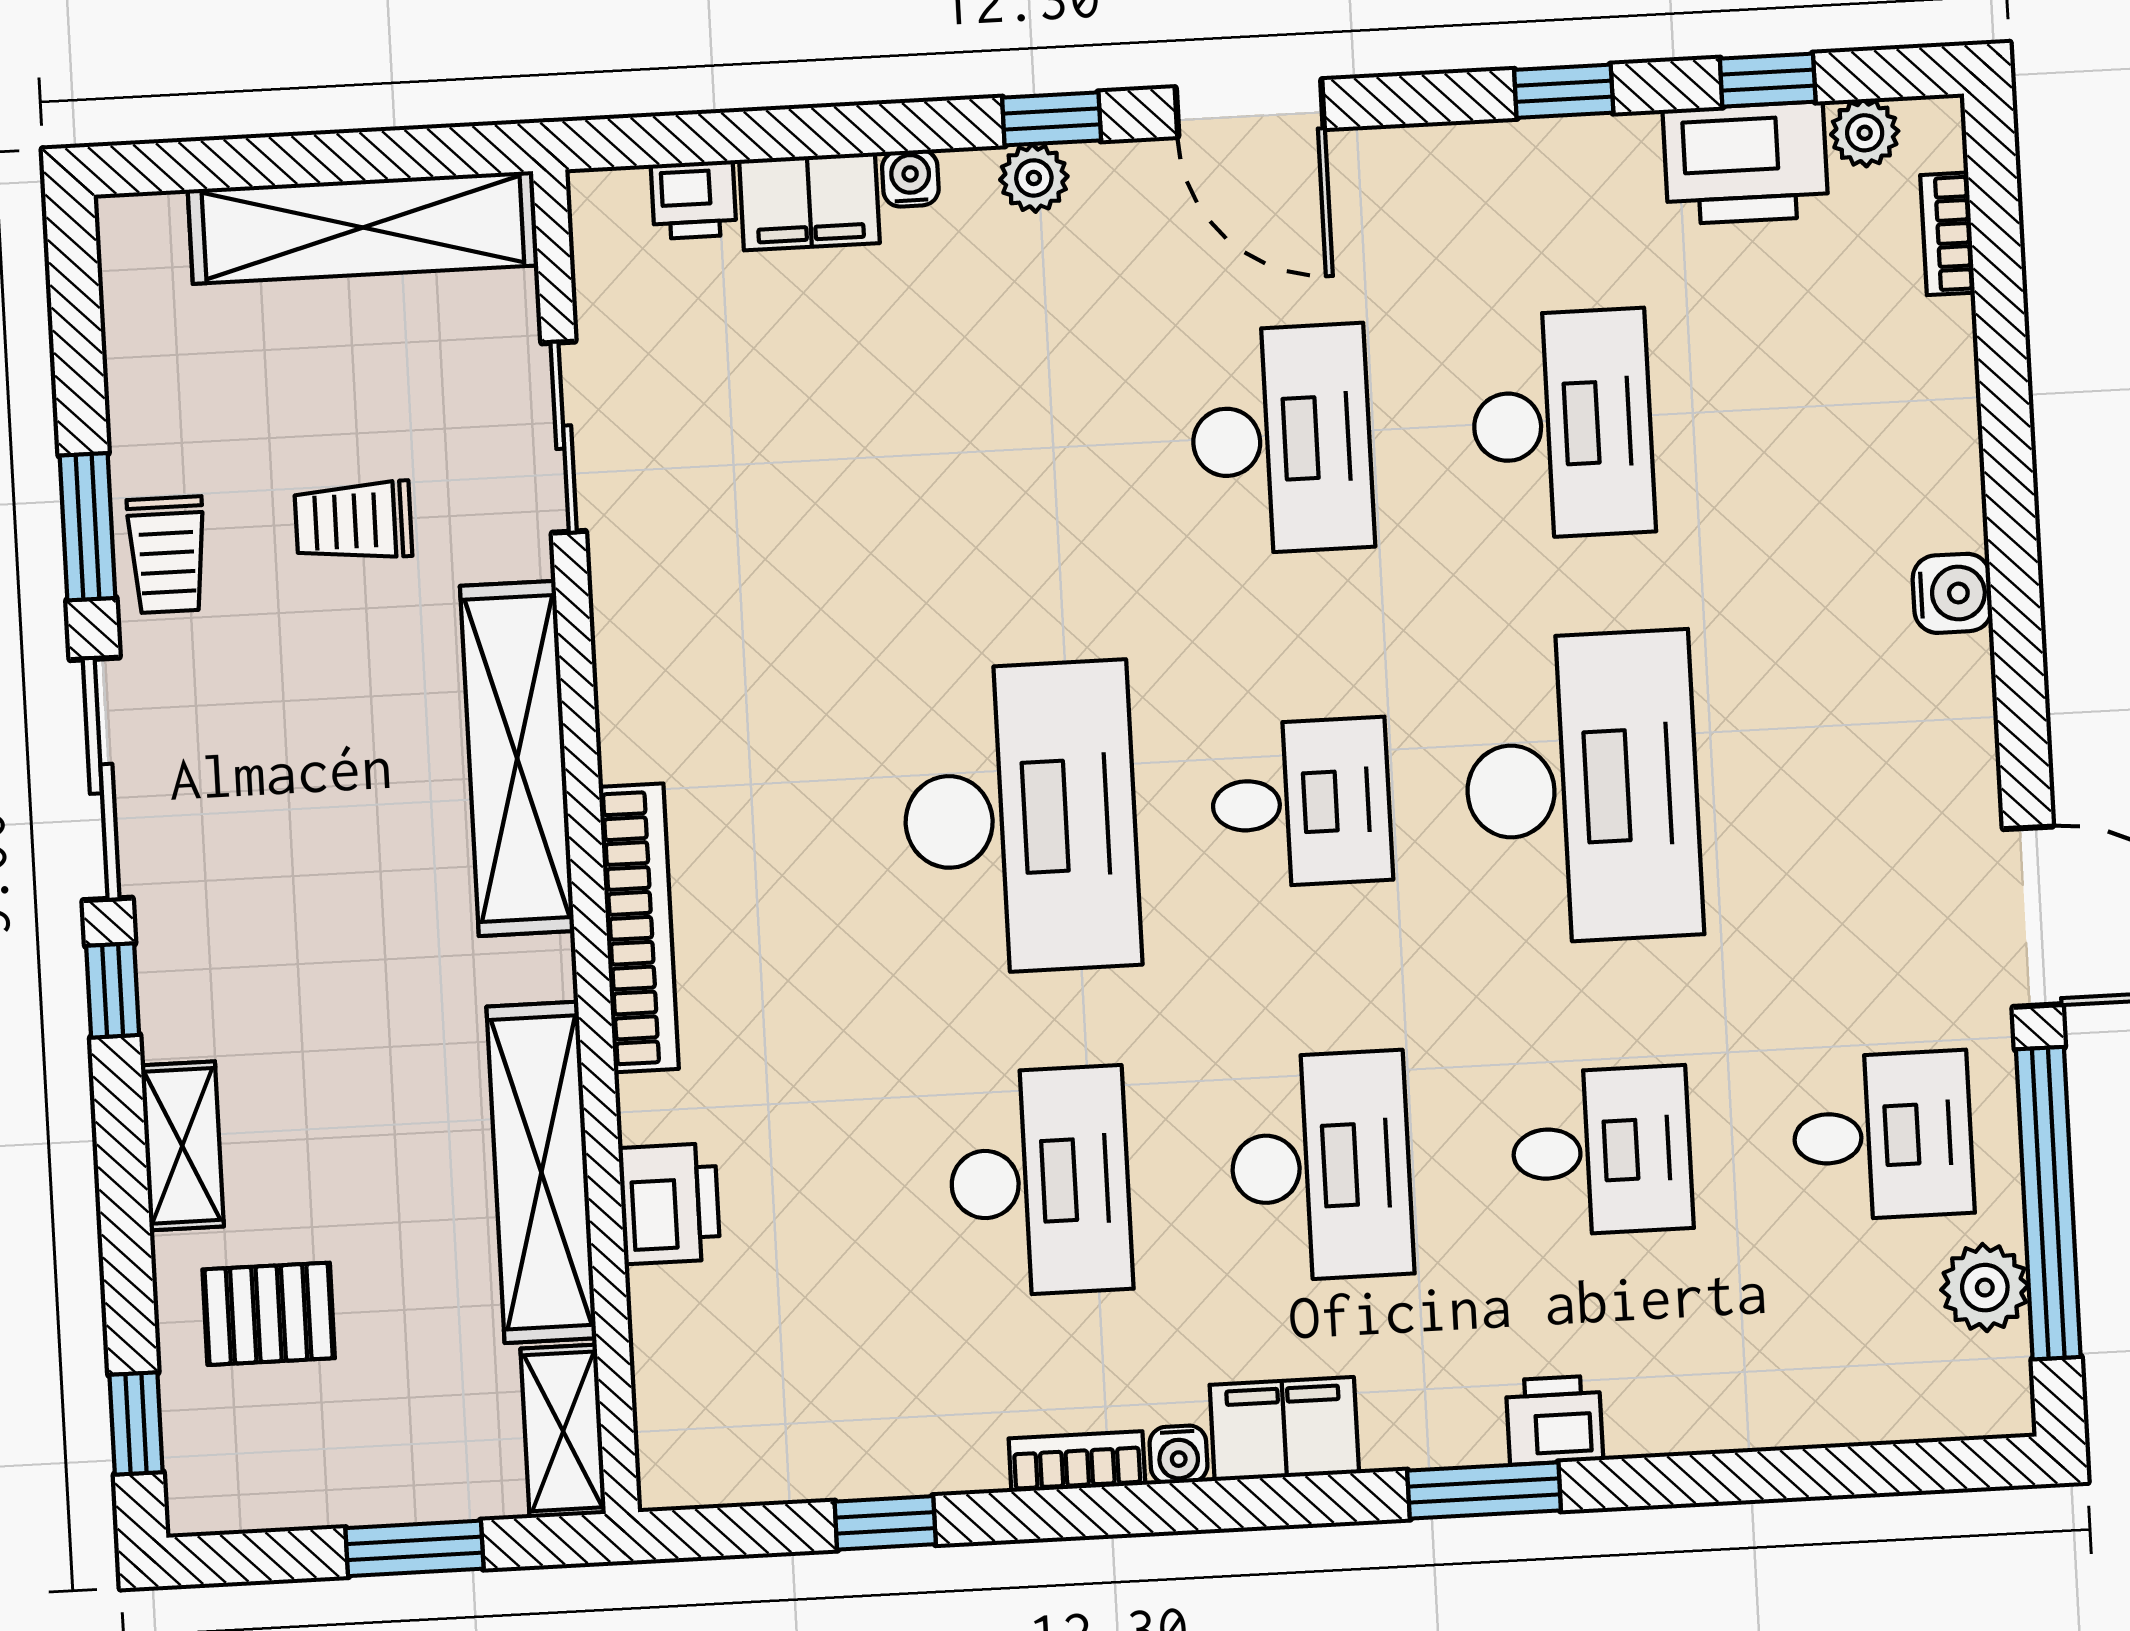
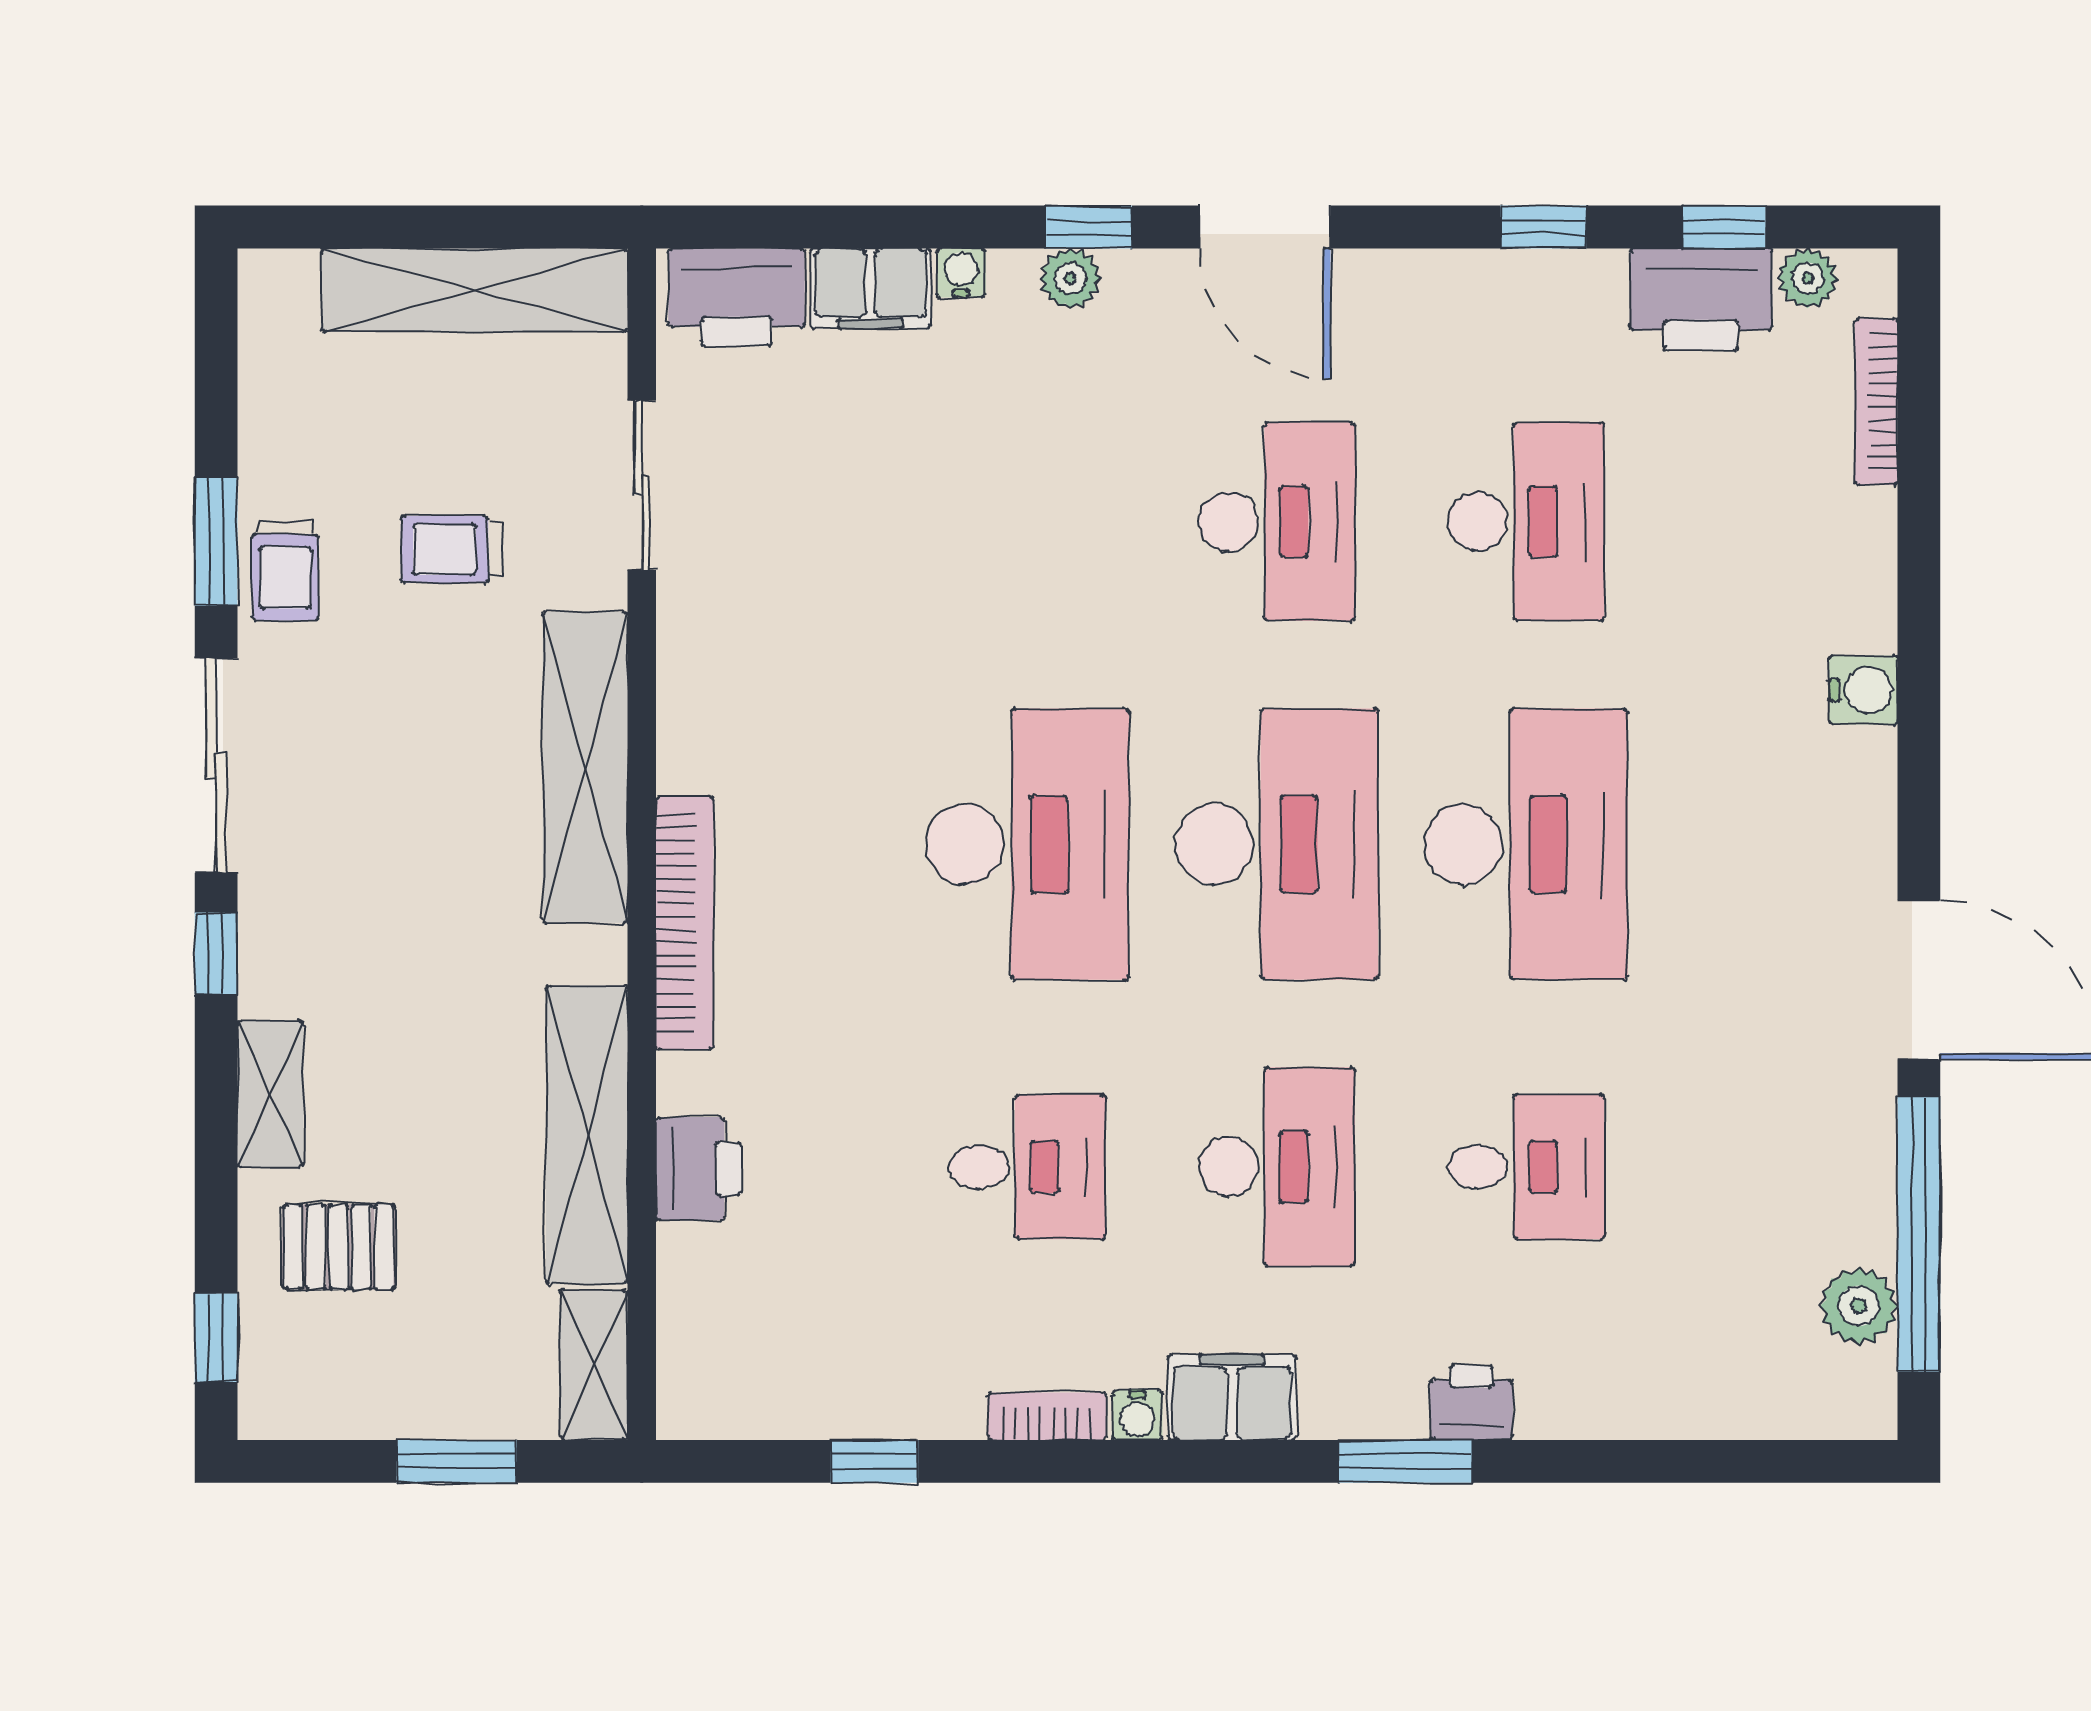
printer: (694, 200) -> (736, 297), width x1.87, depth x1.48
bookcase: (1948, 234) -> (1876, 402), width x1.56
desk: (1301, 803) -> (1277, 844), width x1.87, depth x1.30
desk: (1883, 1136) -> (1775, 1167), removed
desk: (1040, 1182) -> (1027, 1167), width x0.73

